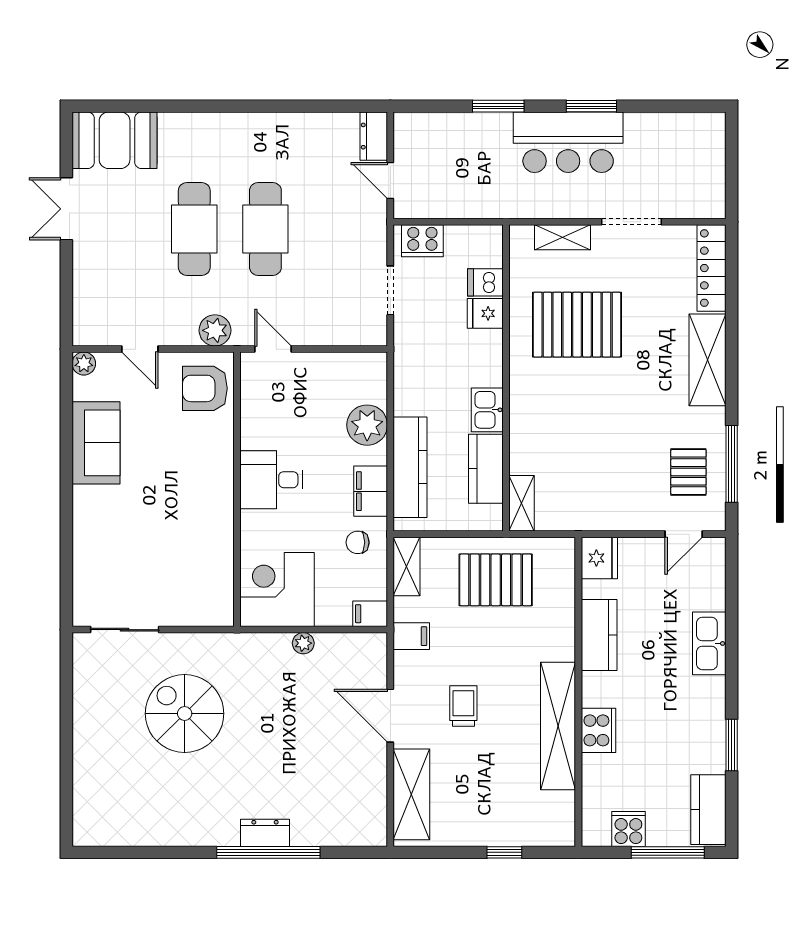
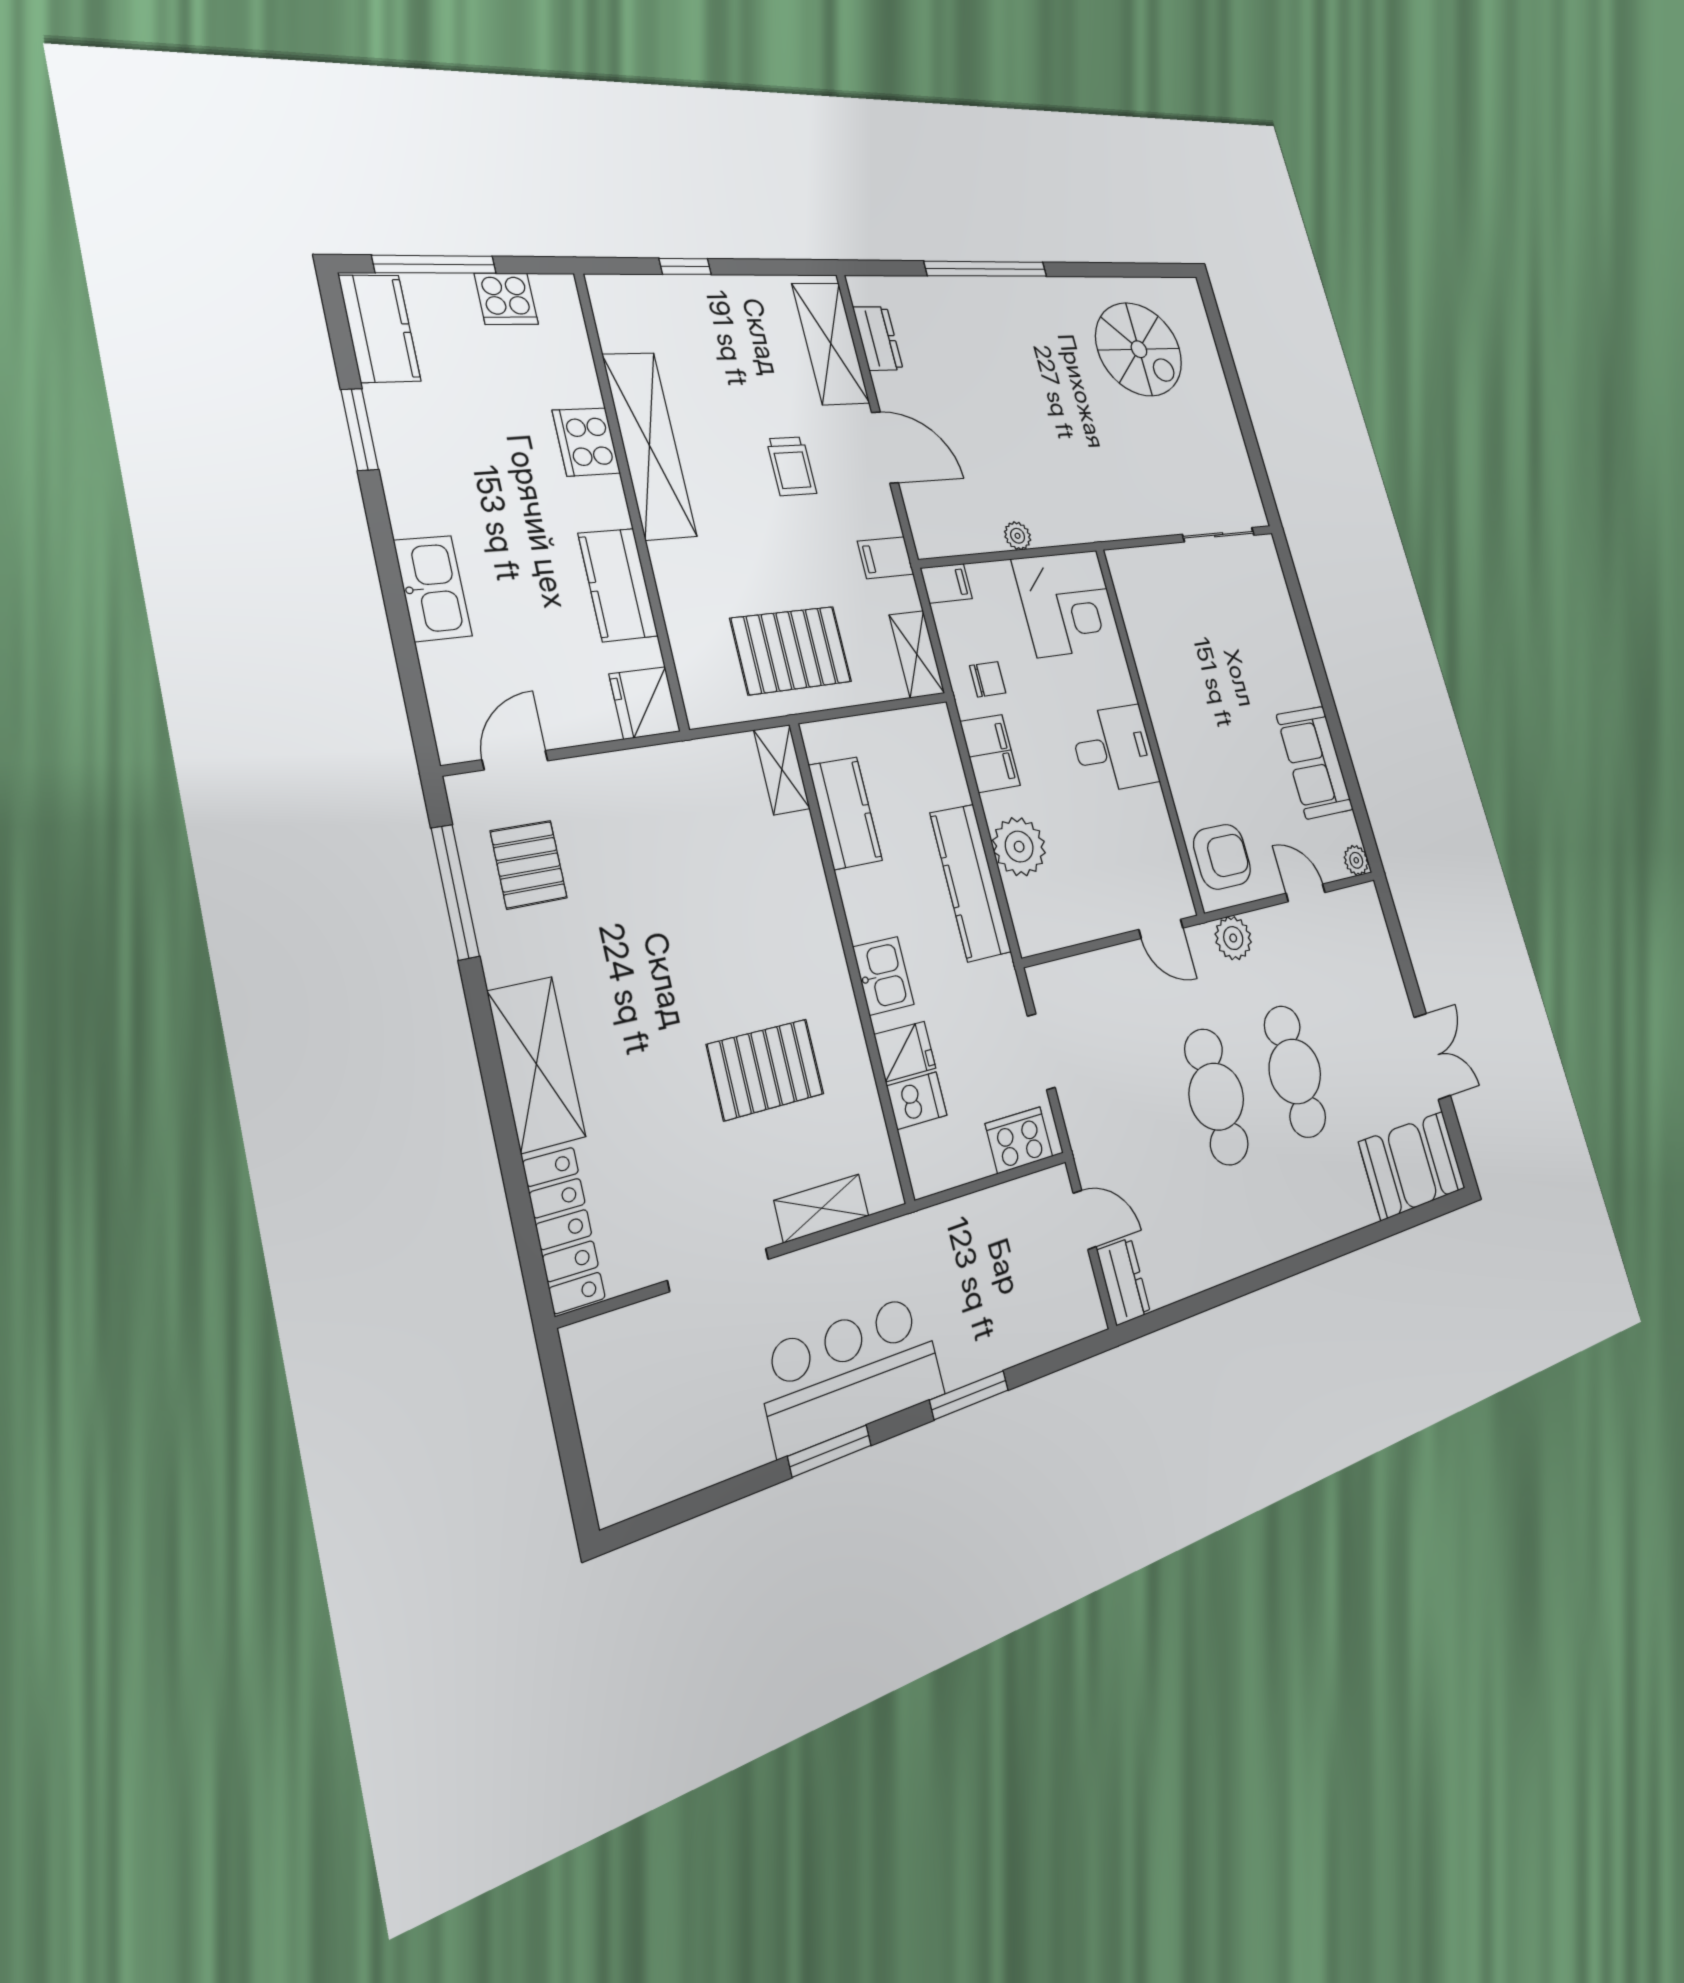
pallet: (577, 325) -> (765, 1069), width x0.73, depth x0.71
kitchen sink: (487, 410) -> (883, 976), moved
kitchen counter: (410, 467) -> (971, 882), moved
spiral stairs: (185, 714) -> (1139, 349), moved
dresser: (265, 833) -> (878, 338), moved, turned -90

